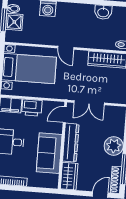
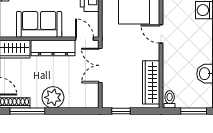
door: (66, 48) -> (161, 34), hinge flipped

